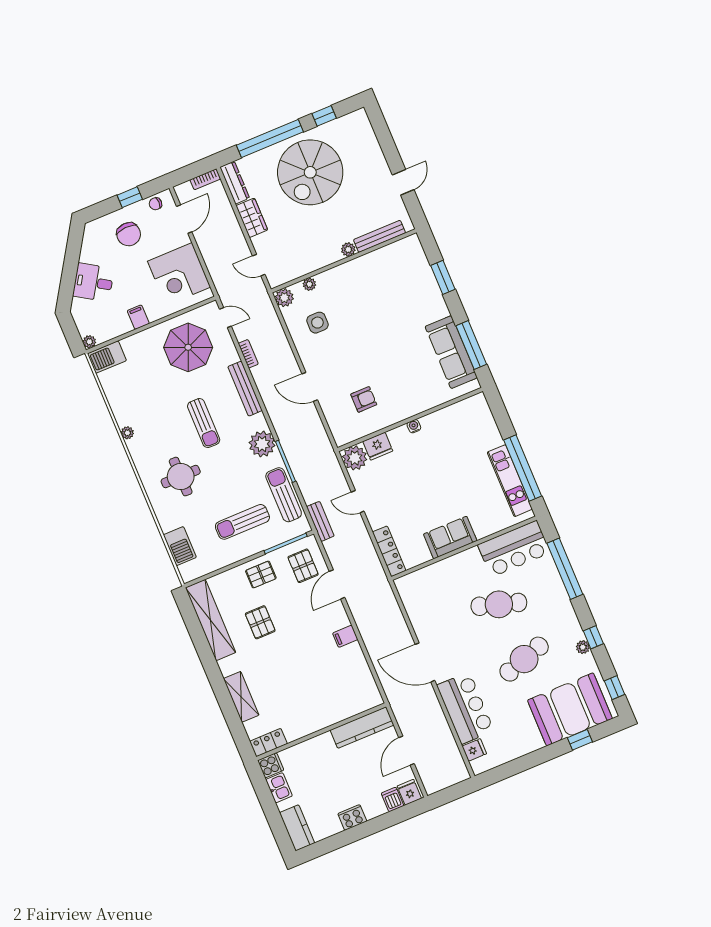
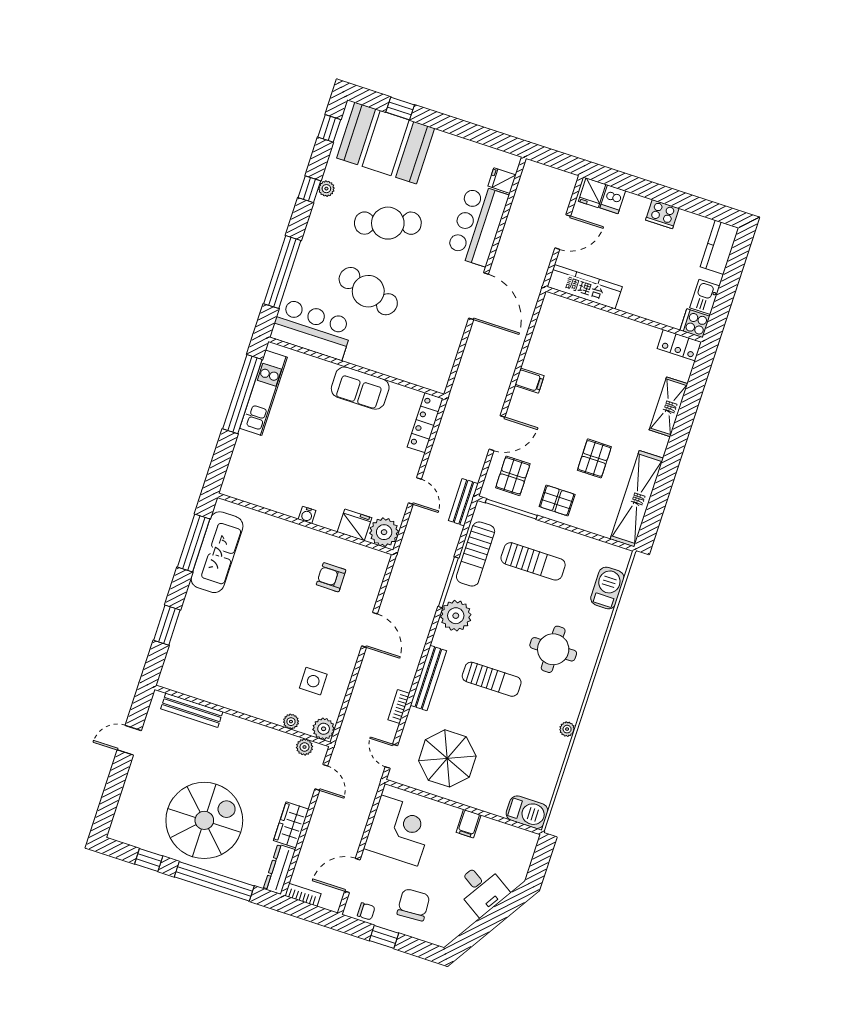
plant: (348, 249) -> (304, 747), moved
plant: (89, 342) -> (531, 839), removed
sun lounger: (204, 423) -> (492, 679), turned 90

